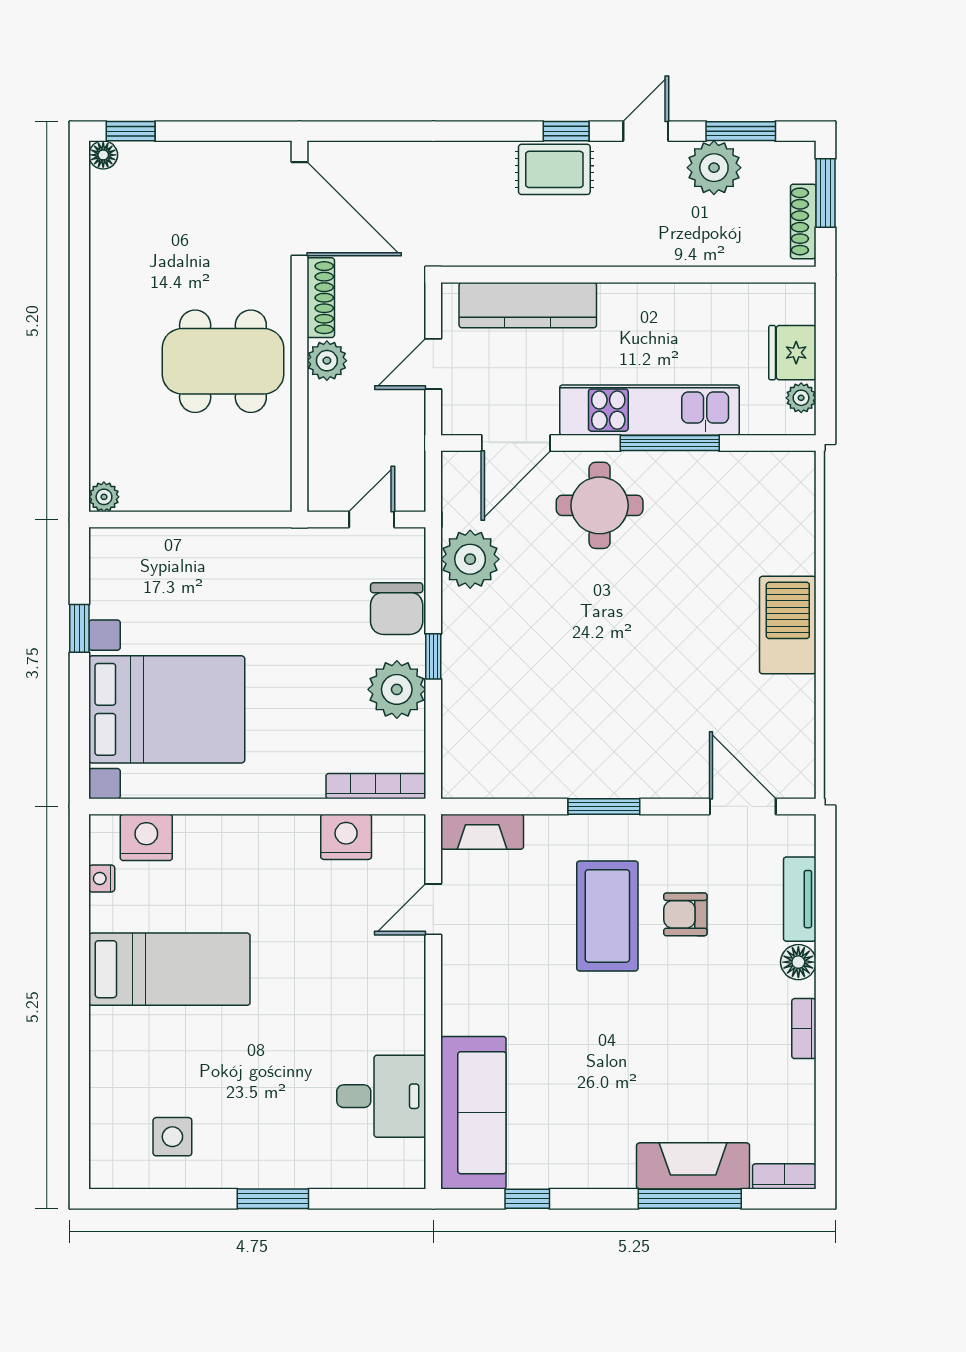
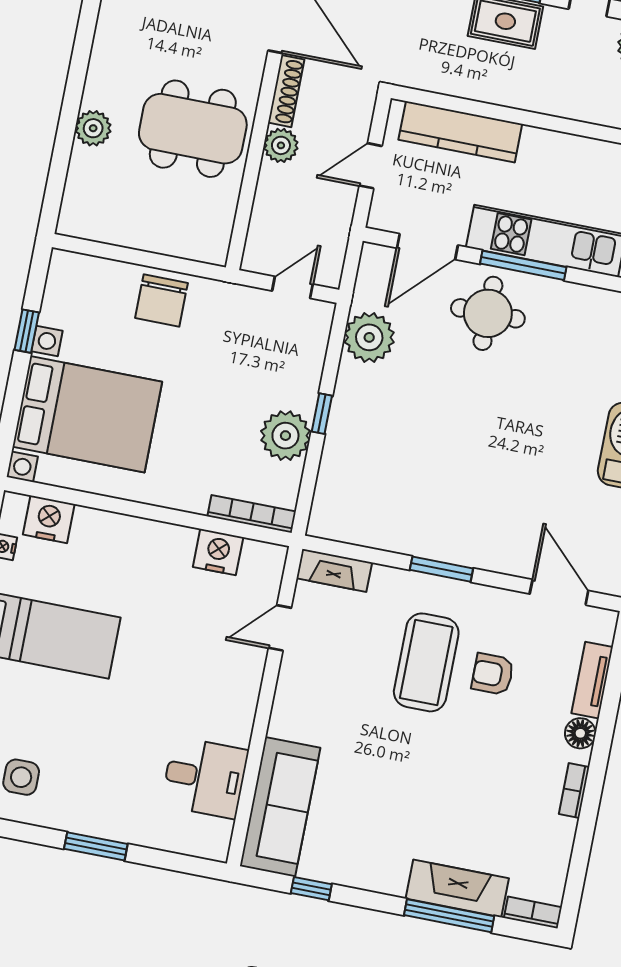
window: (670, 443) -> (523, 265), moved
plant: (104, 497) -> (93, 128), moved, width x1.38, depth x1.38
chair: (397, 609) -> (161, 300), moved

